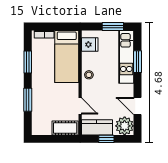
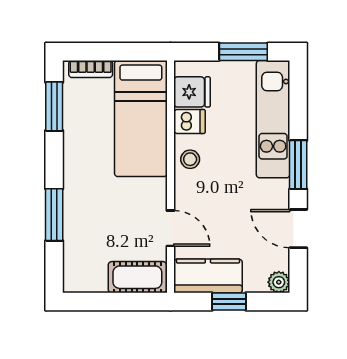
dishwasher: (89, 58) -> (189, 122), added
window: (28, 62) -> (54, 106), moved
window: (138, 62) -> (298, 165), moved
plant: (125, 126) -> (279, 282), width x0.53, depth x0.53

